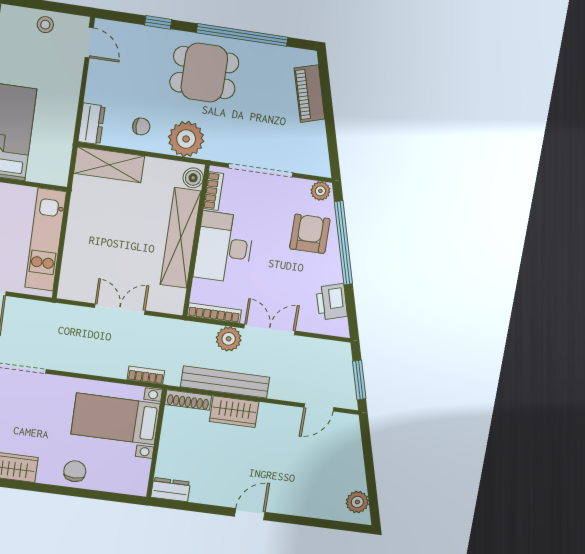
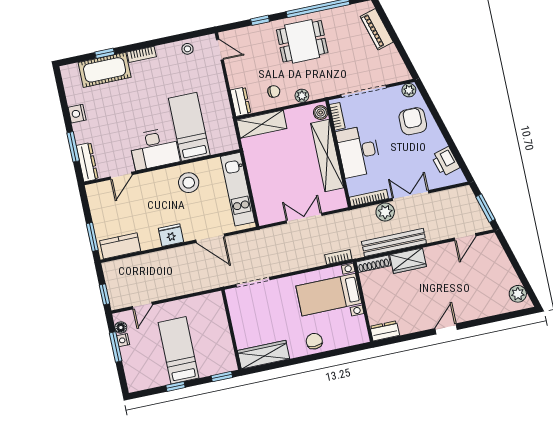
plant: (186, 139) -> (302, 96), width x0.53, depth x0.53
window: (344, 243) -> (438, 119), removed

